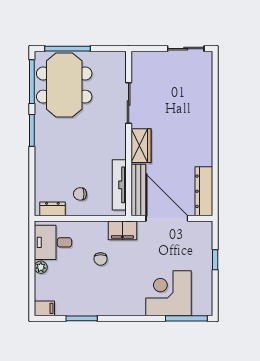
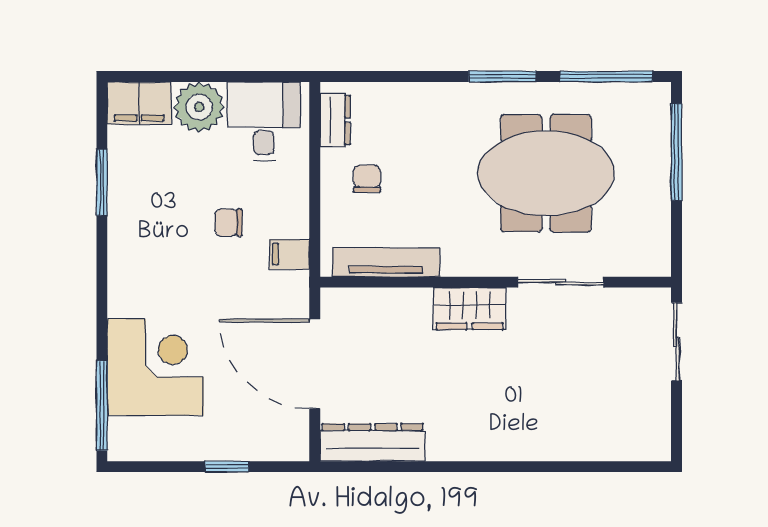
sliding door: (186, 49) -> (676, 342), moved
meeting table: (64, 85) -> (546, 173), moved
bench: (138, 190) -> (375, 303), removed
door: (167, 218) -> (315, 364), swing flipped
filing cabinet: (122, 230) -> (289, 254), width x0.50
plant: (41, 267) -> (199, 107), width x1.87, depth x1.87
filing cabinet: (44, 308) -> (139, 103), width x2.00

